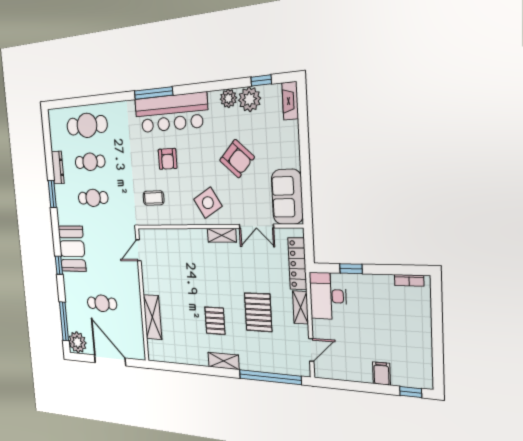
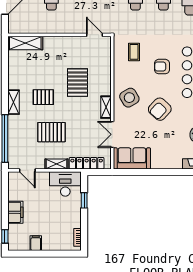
armchair: (237, 159) -> (160, 109), moved
pallet: (194, 274) -> (77, 83), added
shelving: (152, 317) -> (25, 43), moved
filing cabinet: (420, 346) -> (36, 243), added
filing cabinet: (381, 373) -> (15, 212), width x2.00

